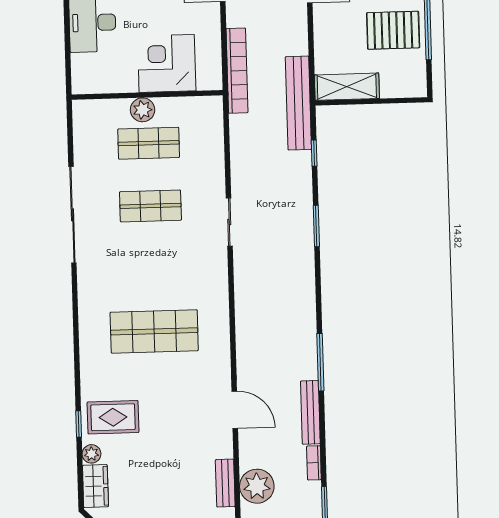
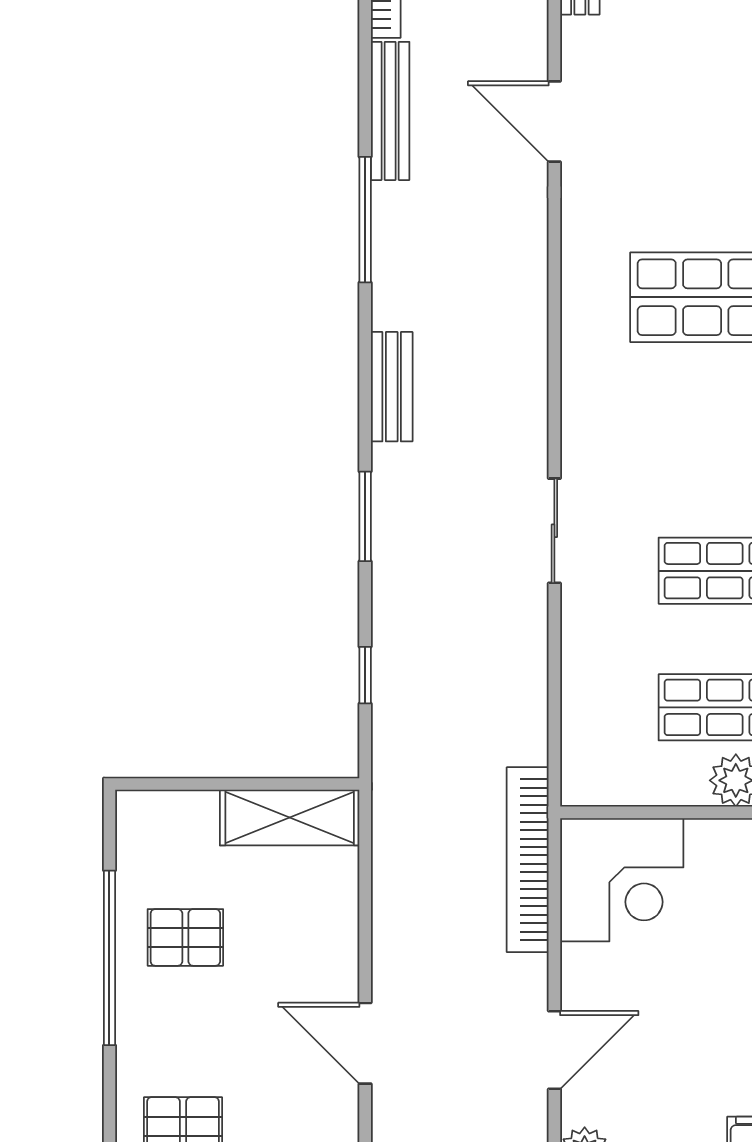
pallet: (393, 30) -> (185, 937), width x0.67, depth x0.71
corner desk: (167, 63) -> (622, 880), moved
bench: (298, 103) -> (392, 387), moved, width x0.54, depth x0.82

